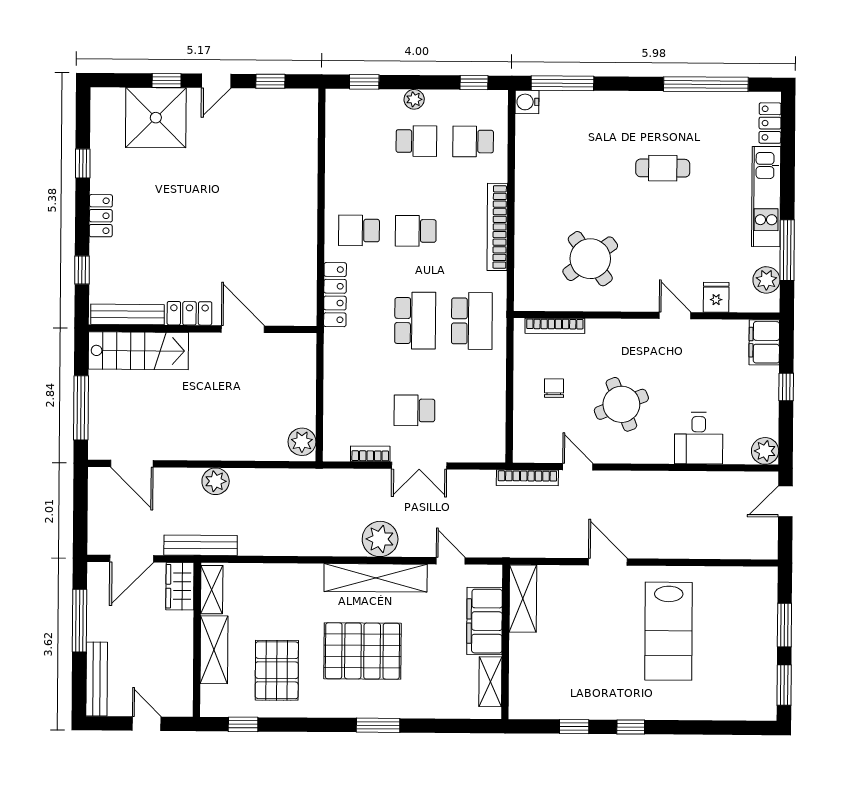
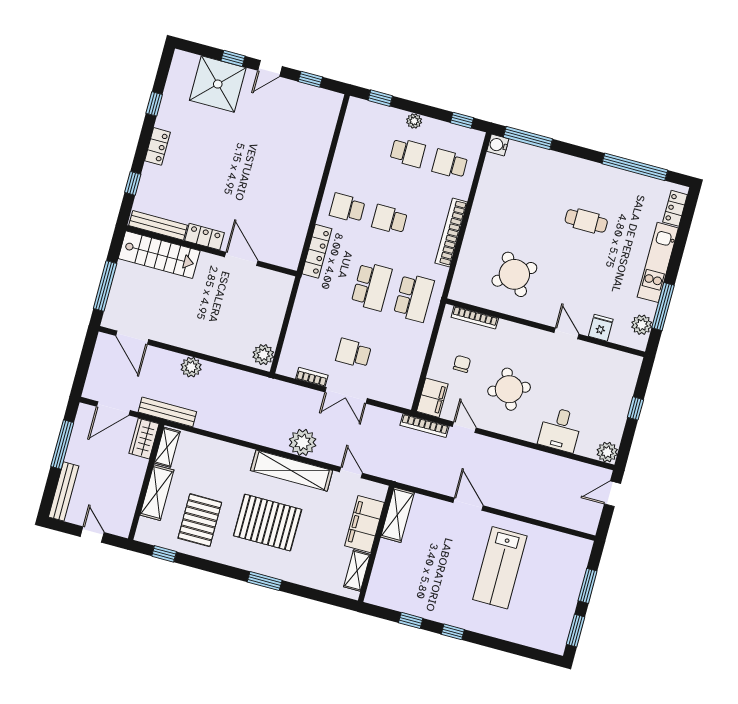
filing cabinet: (764, 342) -> (432, 398), moved, turned 180

